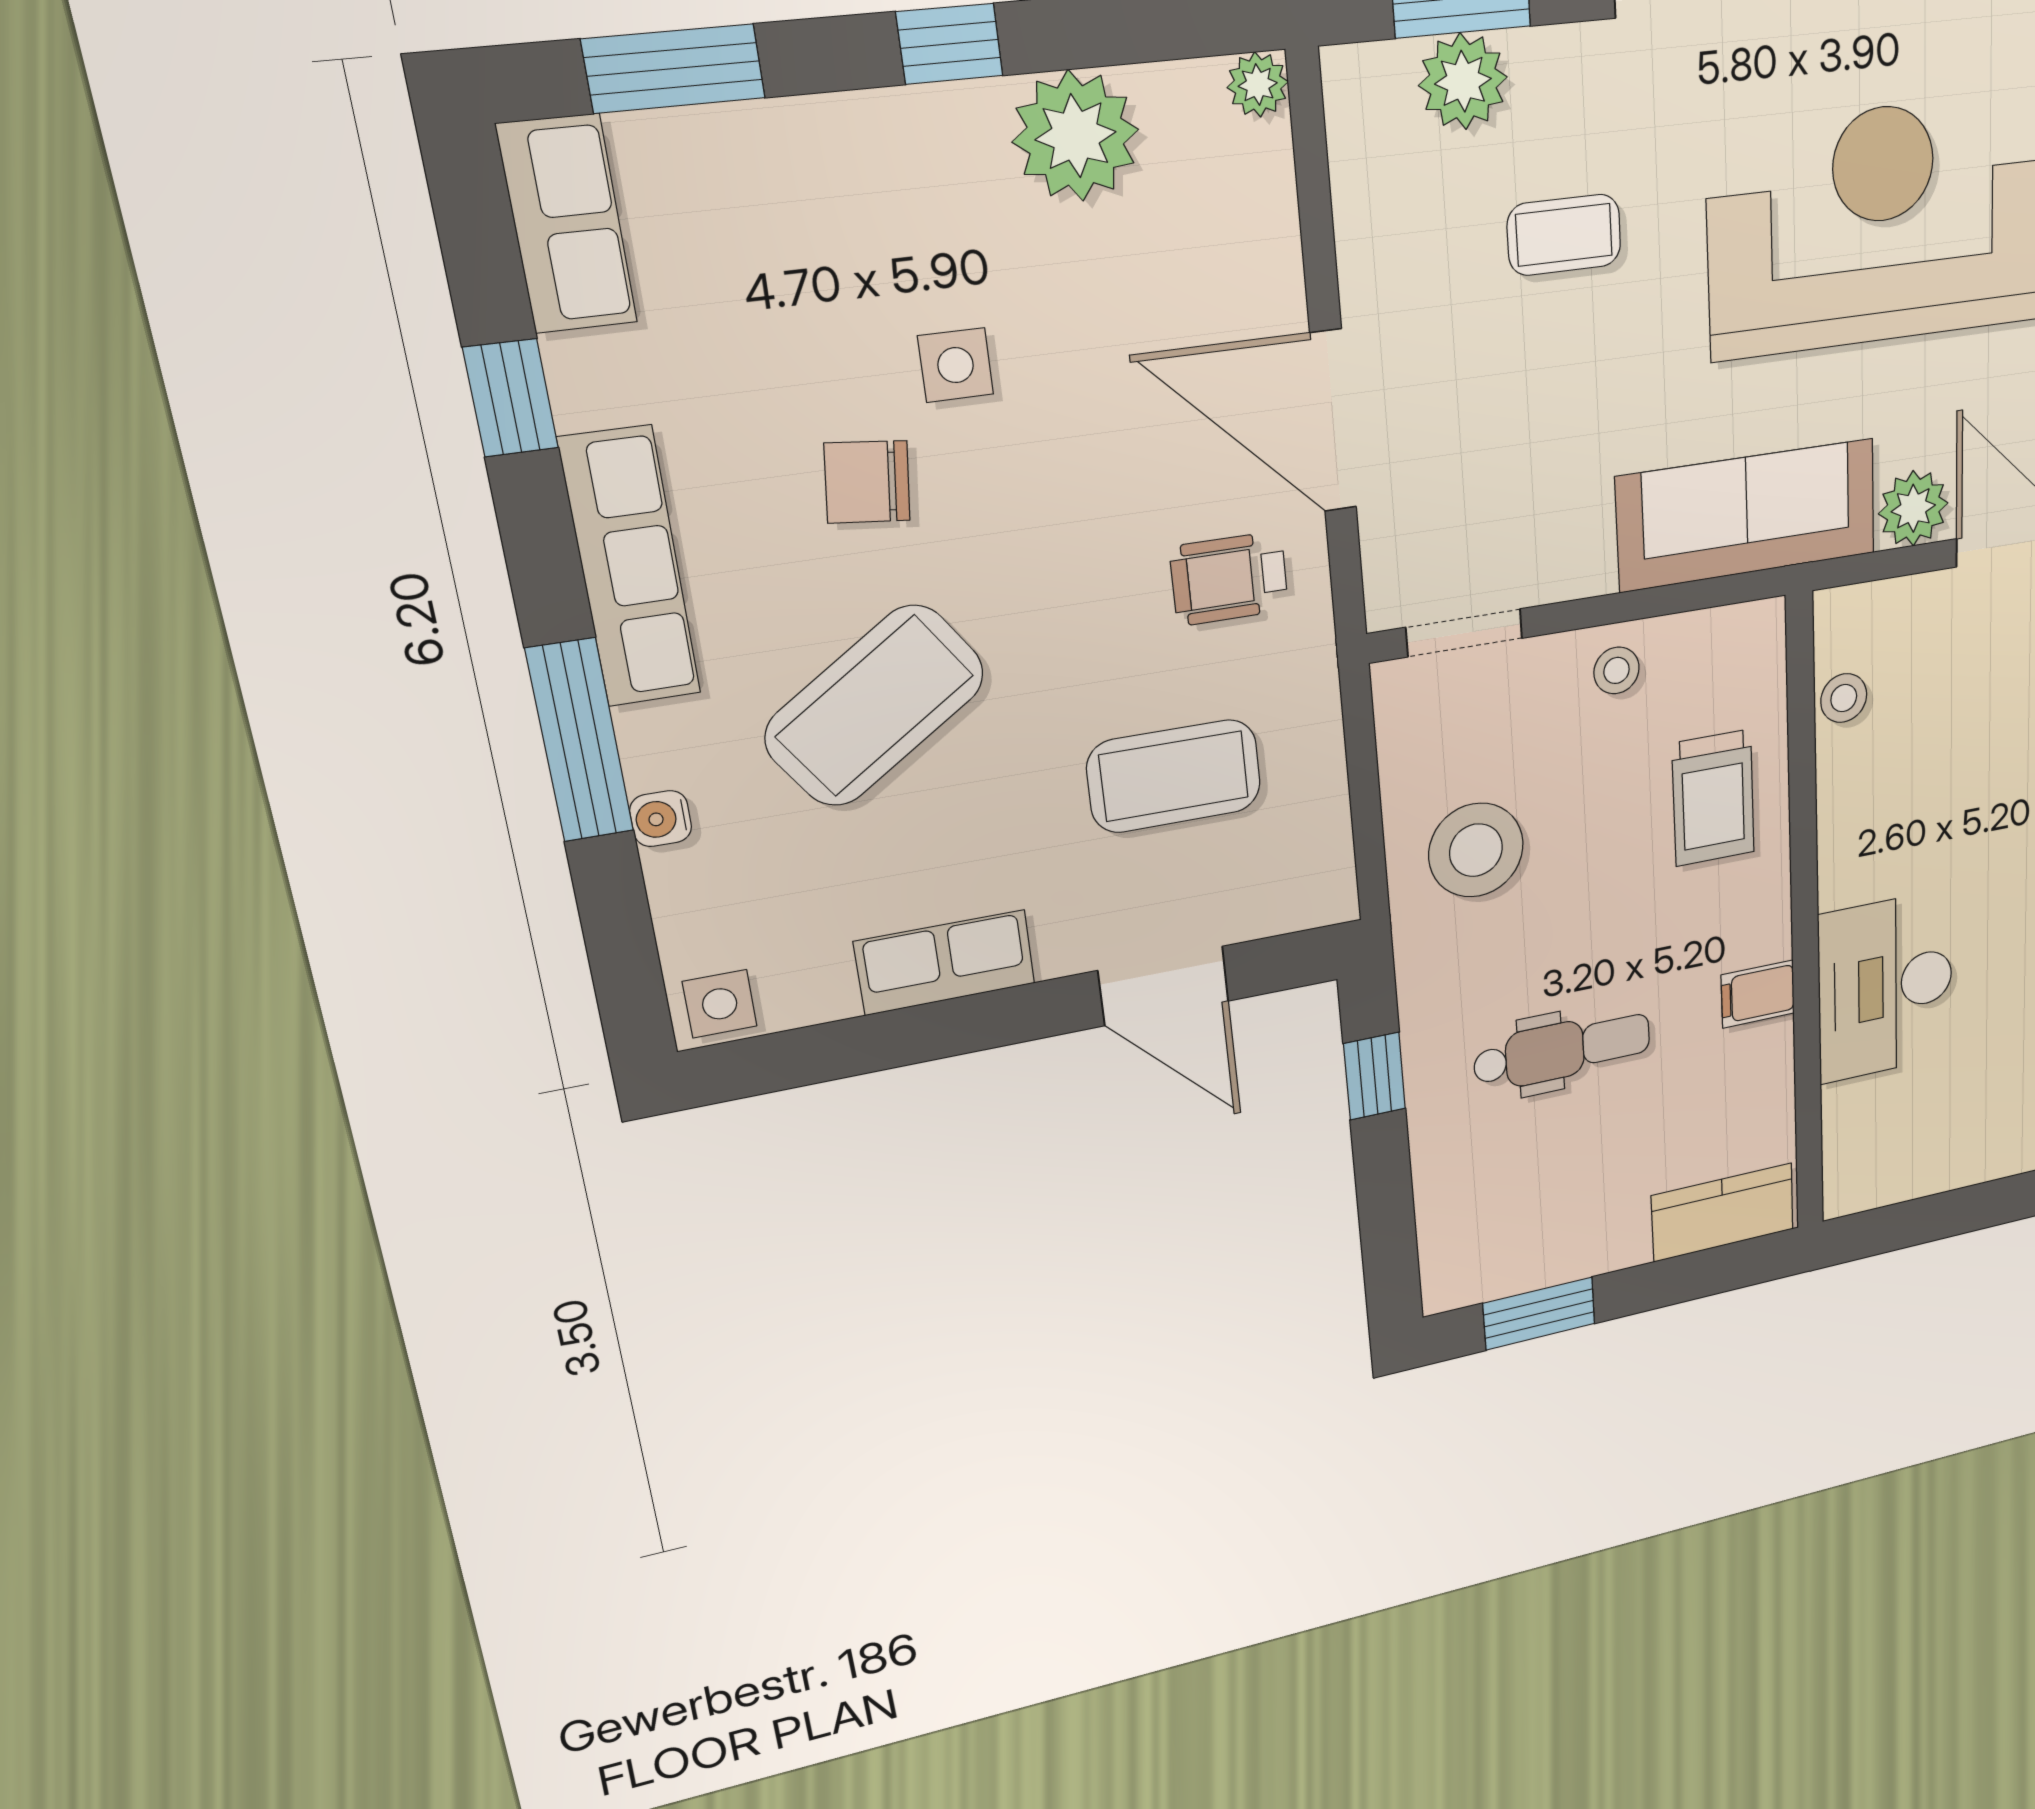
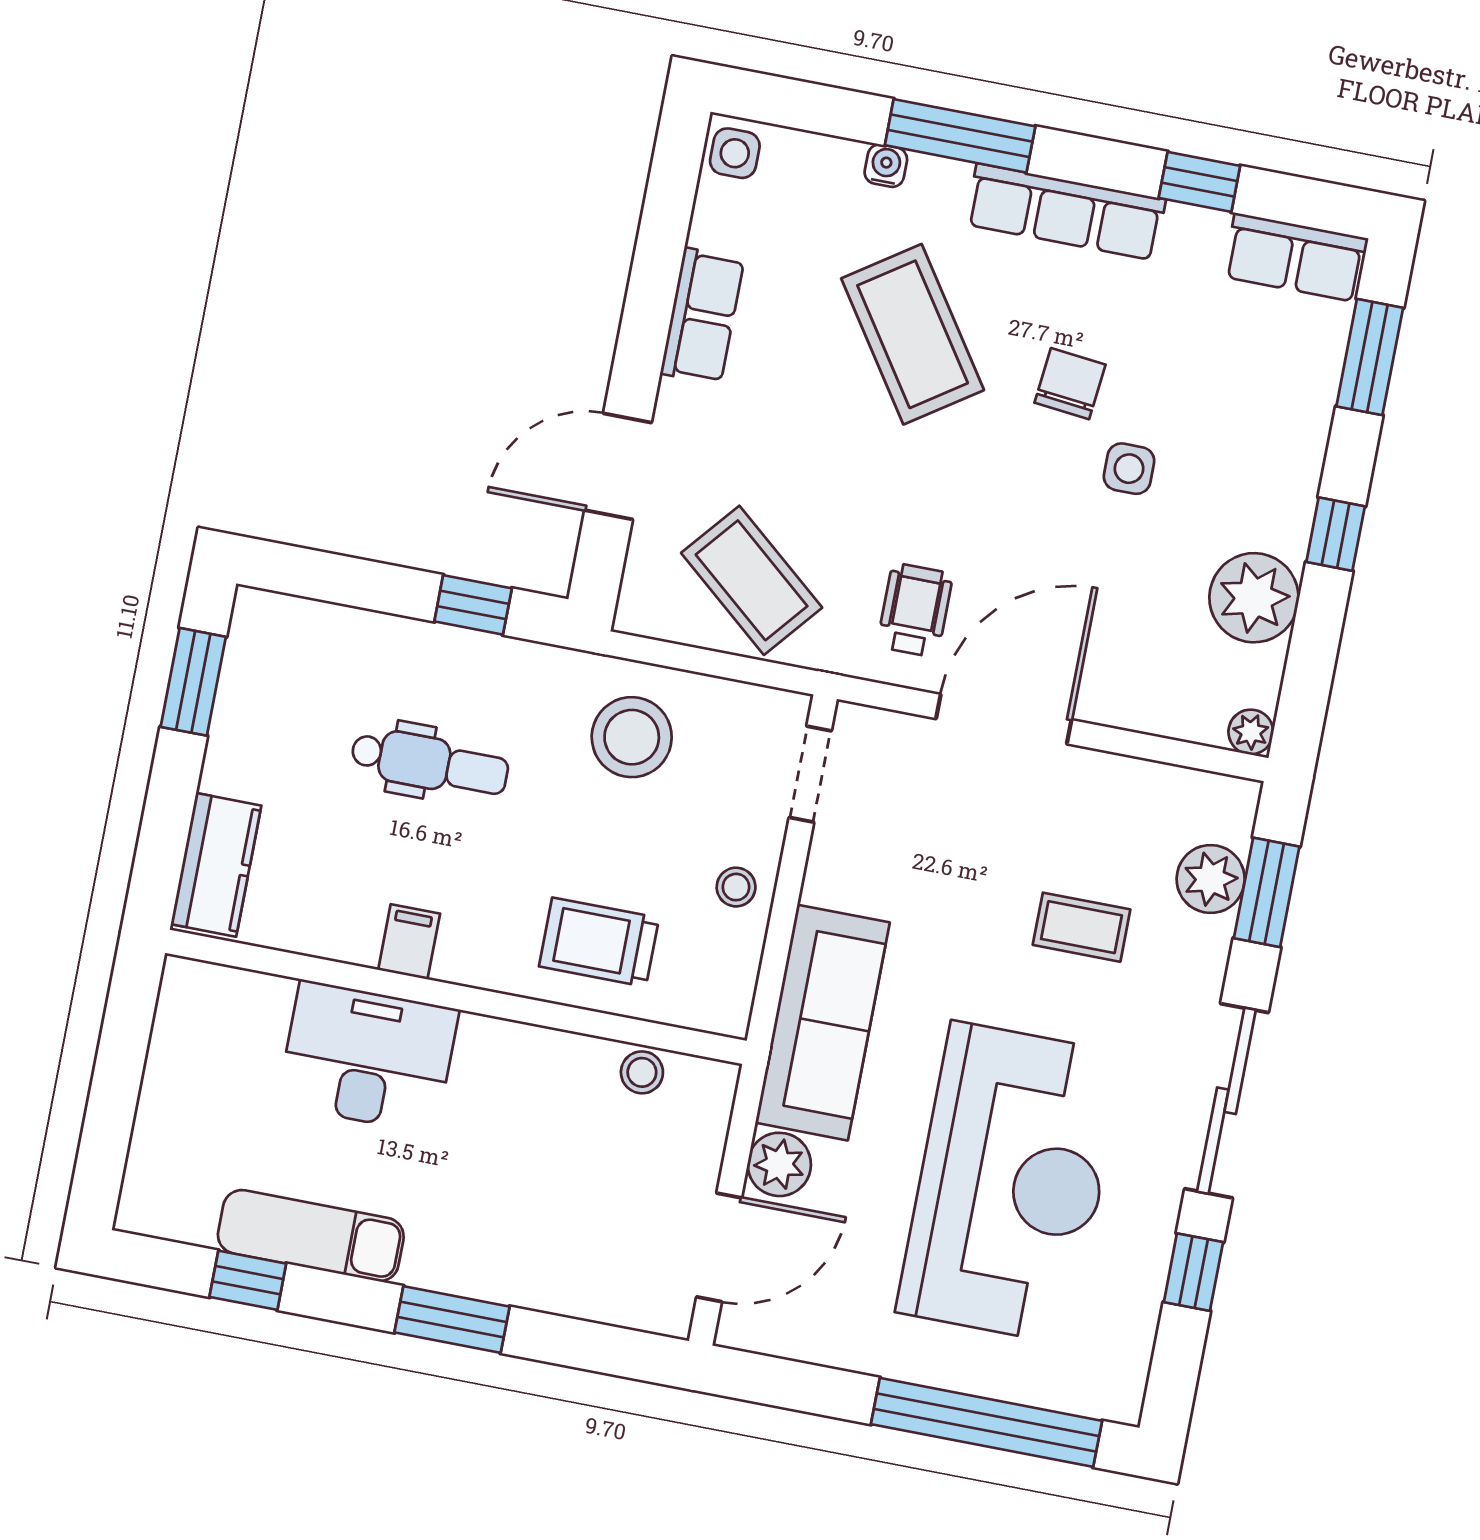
coffee table: (1564, 235) -> (1082, 927), turned 90
coffee table: (1174, 776) -> (752, 580), moved, turned -50
dental chair: (1562, 1050) -> (430, 763), turned -90

